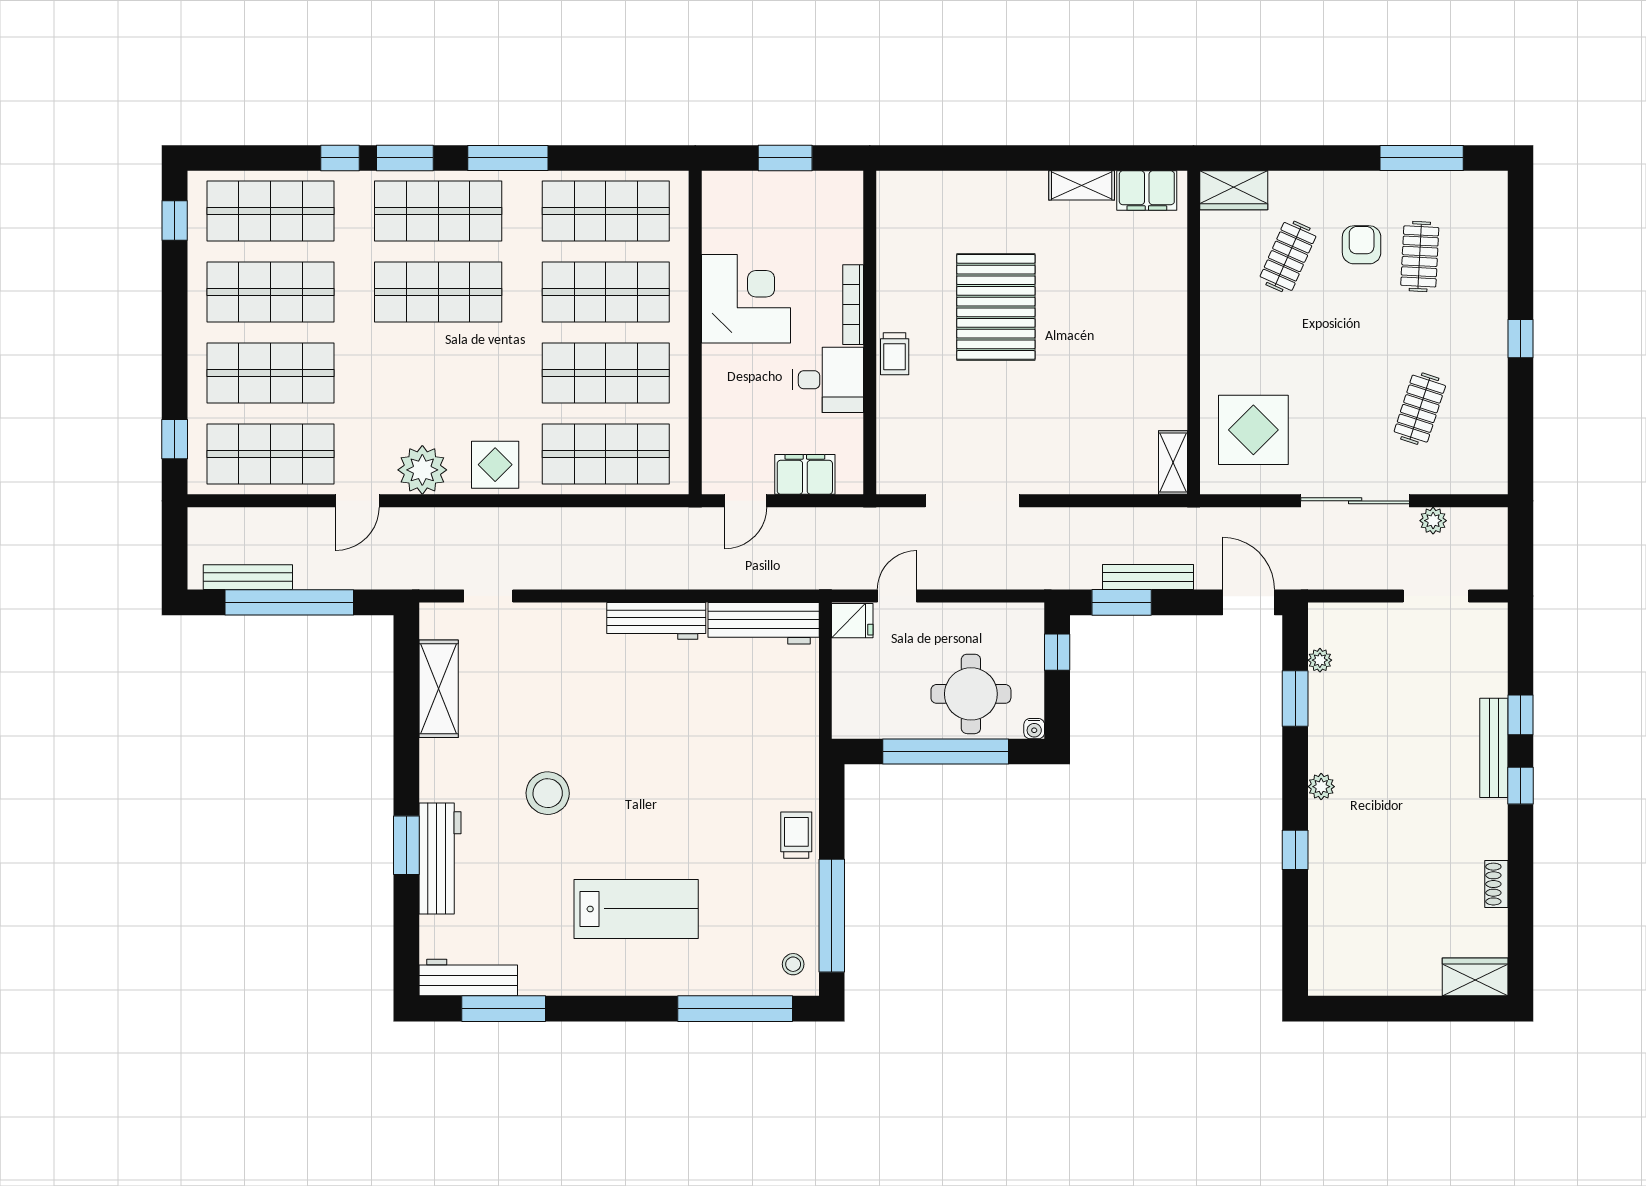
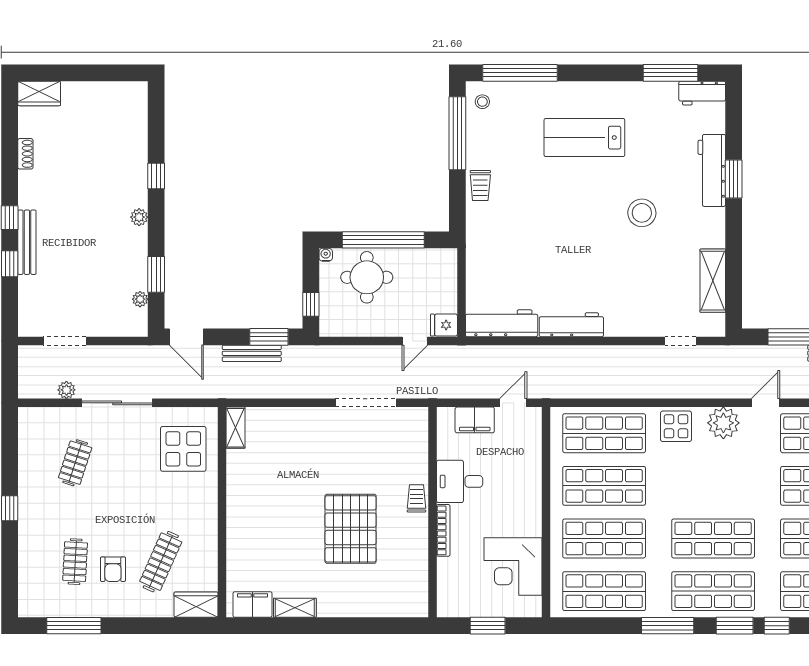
clothes rail: (1288, 256) -> (161, 562), width x1.36
corner desk: (746, 299) -> (513, 566), moved
workbench: (468, 977) -> (702, 93), width x0.73

